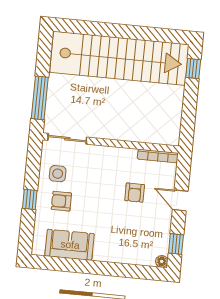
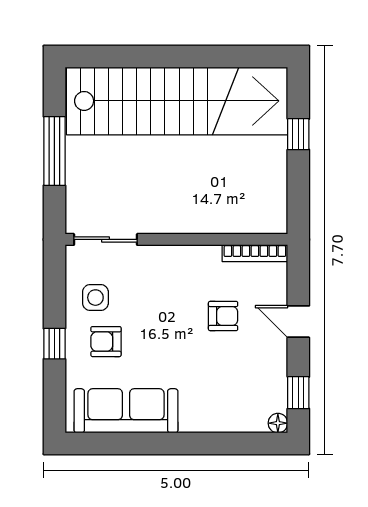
window: (193, 69) -> (298, 134), moved
window: (40, 98) -> (54, 151), moved
armchair: (135, 193) -> (223, 316), turned -90
sofa: (70, 245) -> (126, 411), width x1.36

